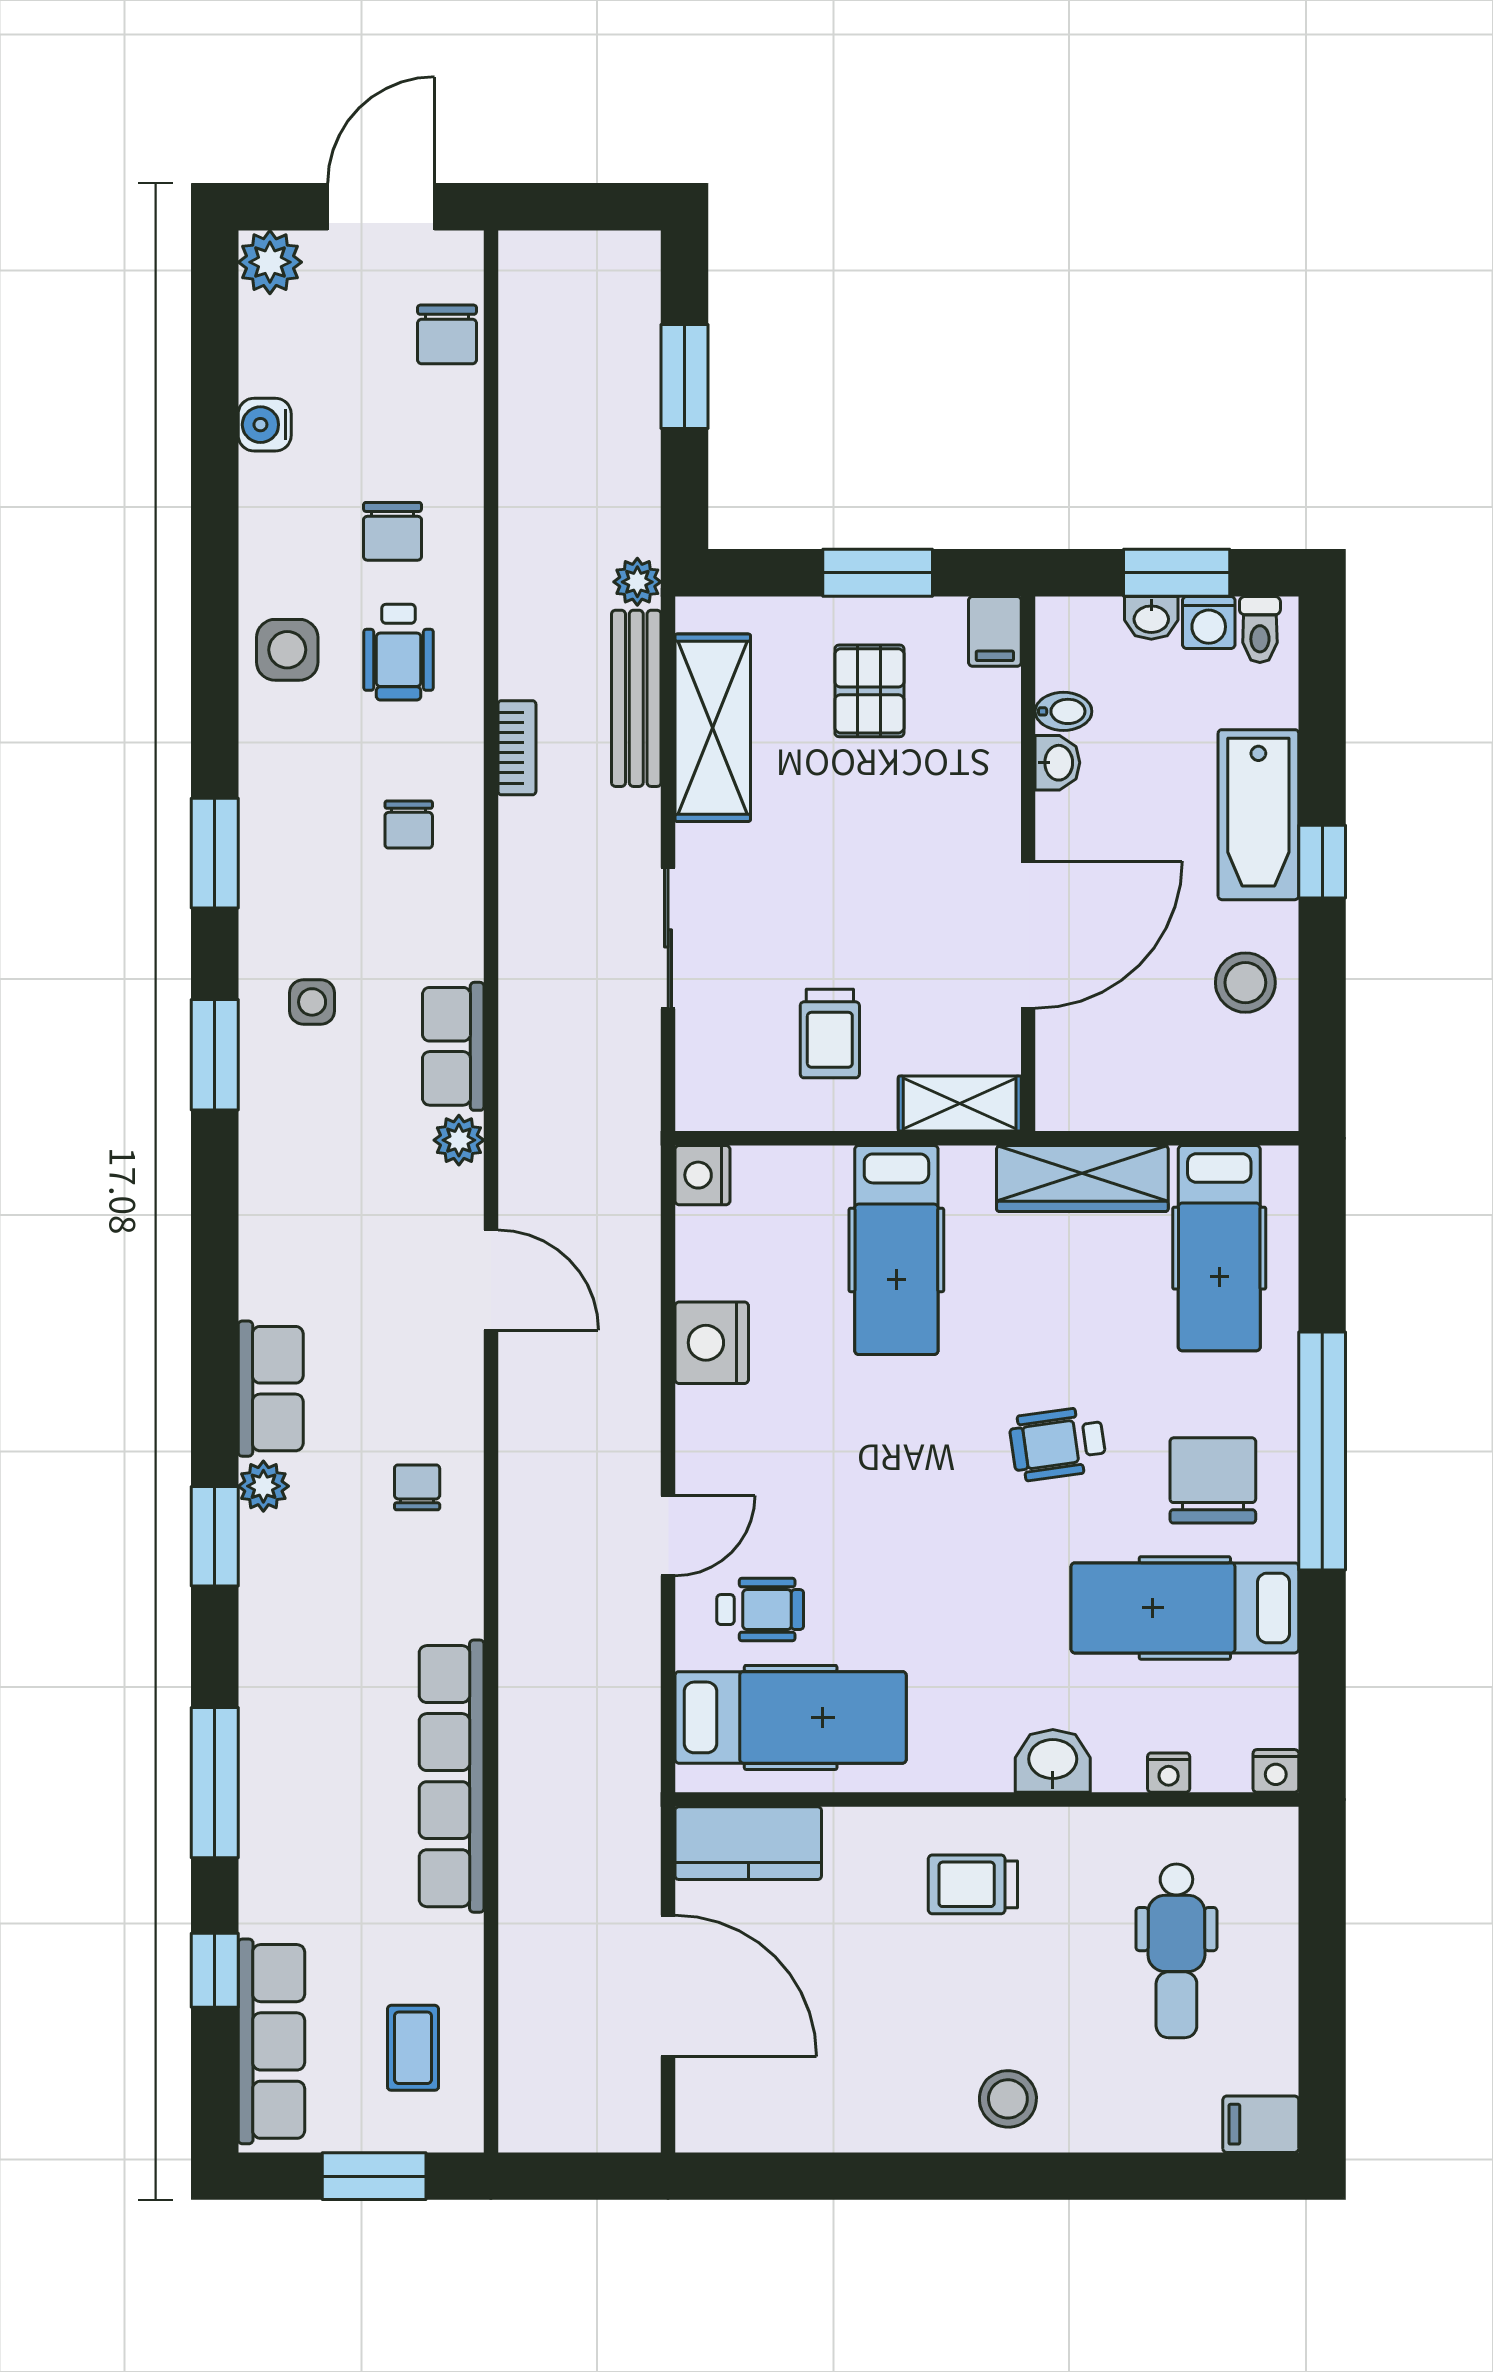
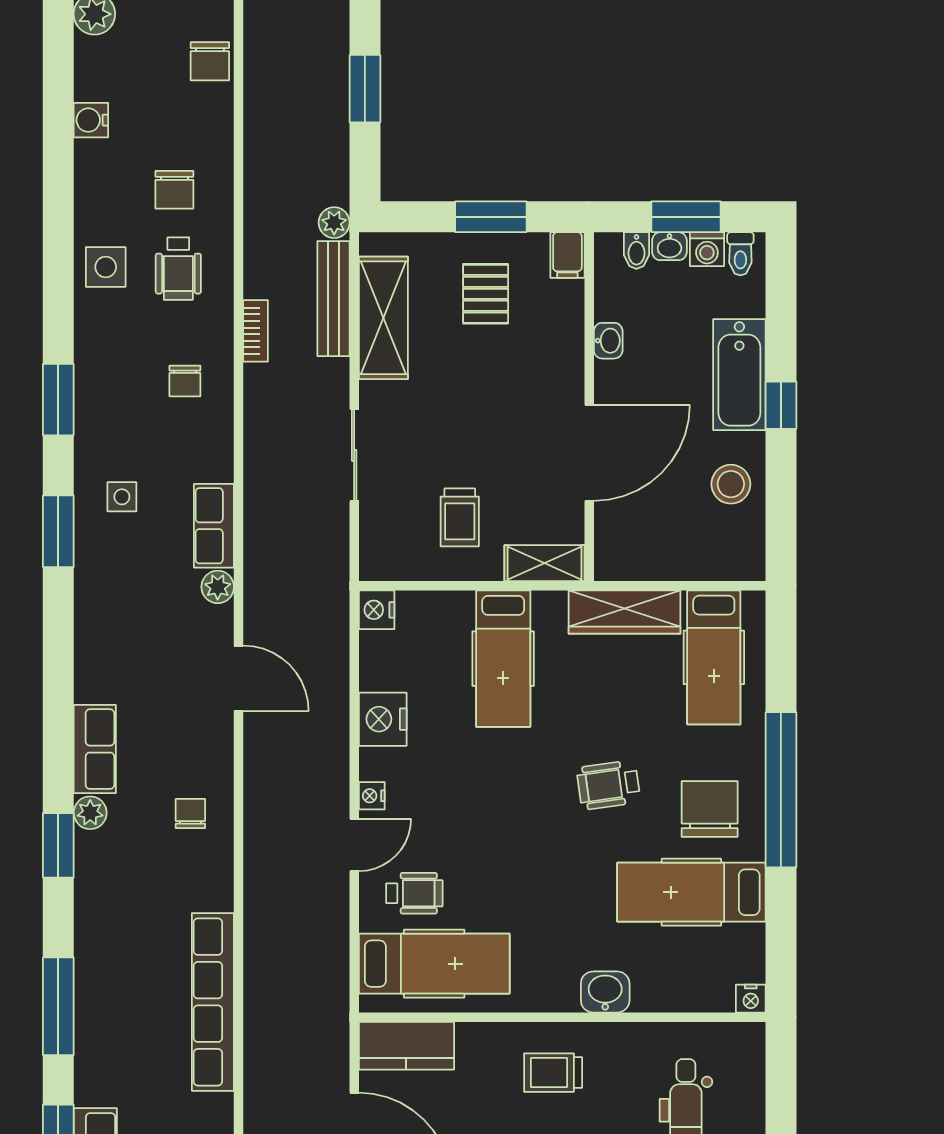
bidet: (1063, 711) -> (636, 251), moved, turned 90
nightstand: (1169, 1773) -> (372, 796), moved, turned 90

